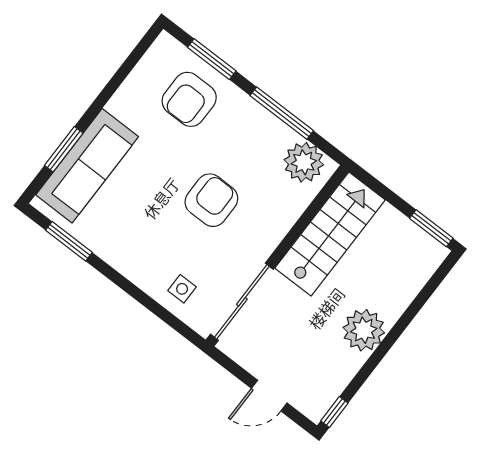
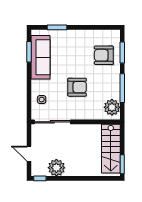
sofa: (87, 166) -> (41, 57), moved, turned -90
stairs: (330, 234) -> (111, 149), moved, turned 90
plant: (364, 330) -> (56, 168), moved

